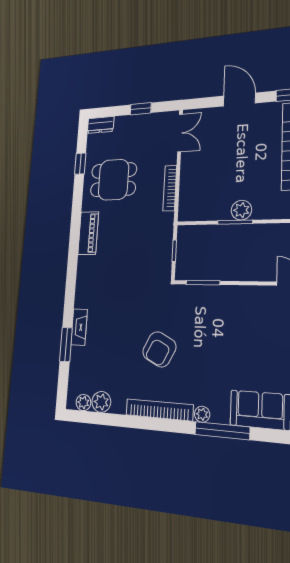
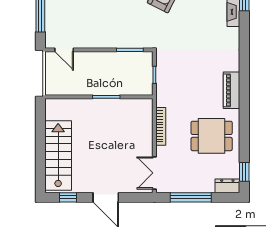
window: (141, 109) -> (191, 197), width x2.17
window: (80, 164) -> (244, 172), moved
plant: (241, 210) -> (102, 106), removed

